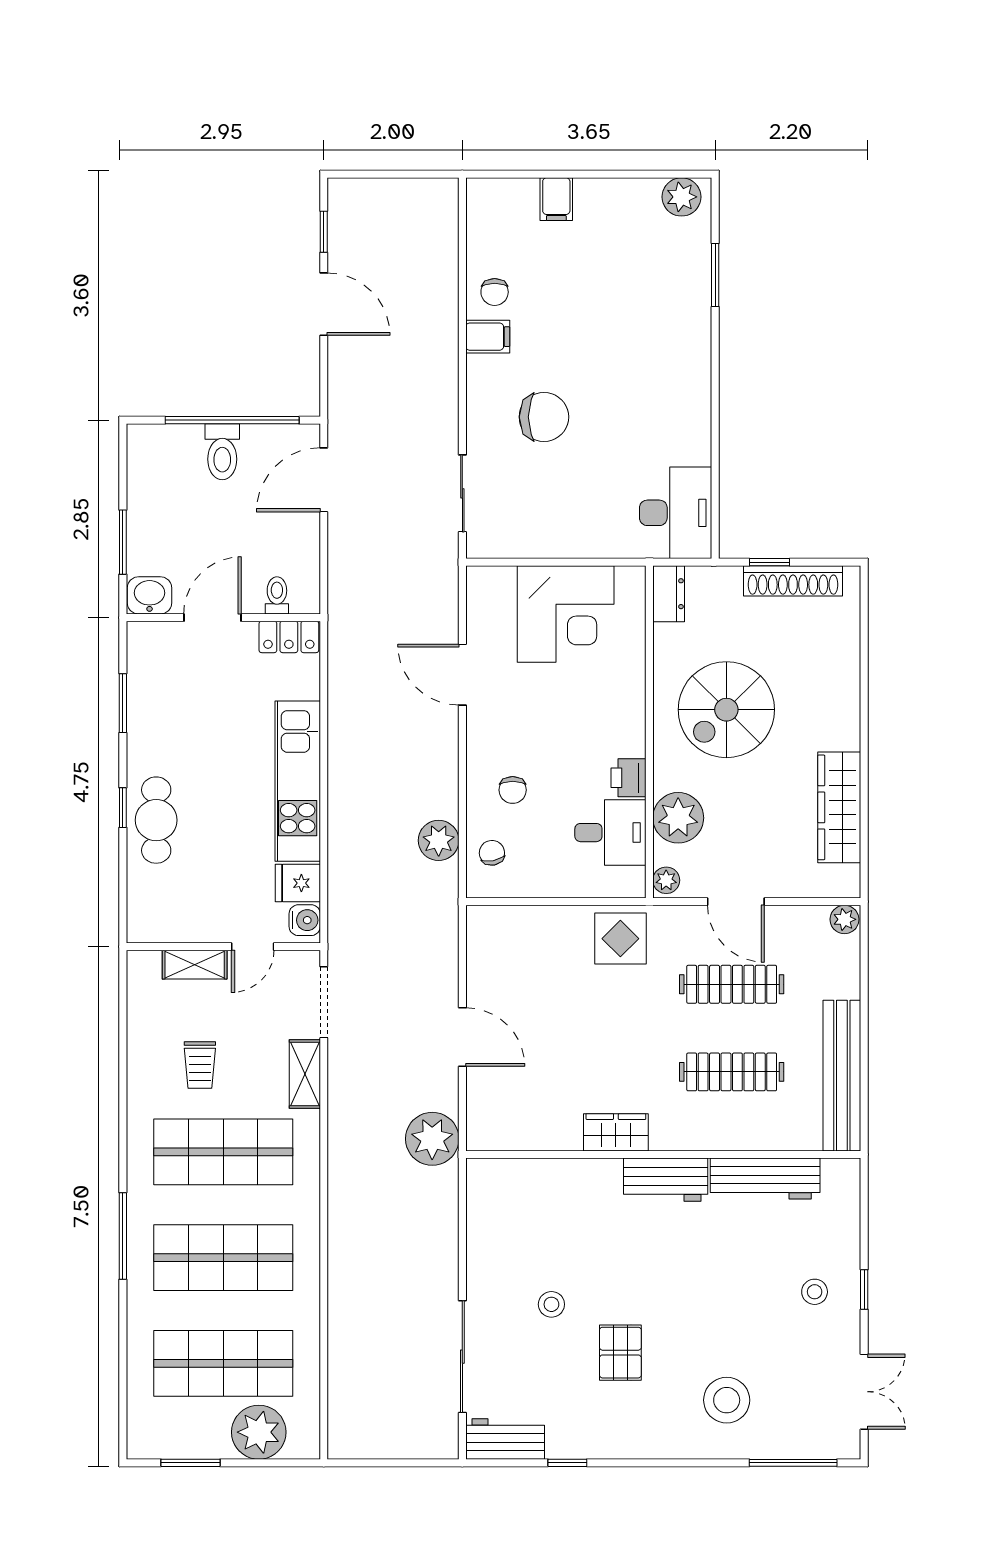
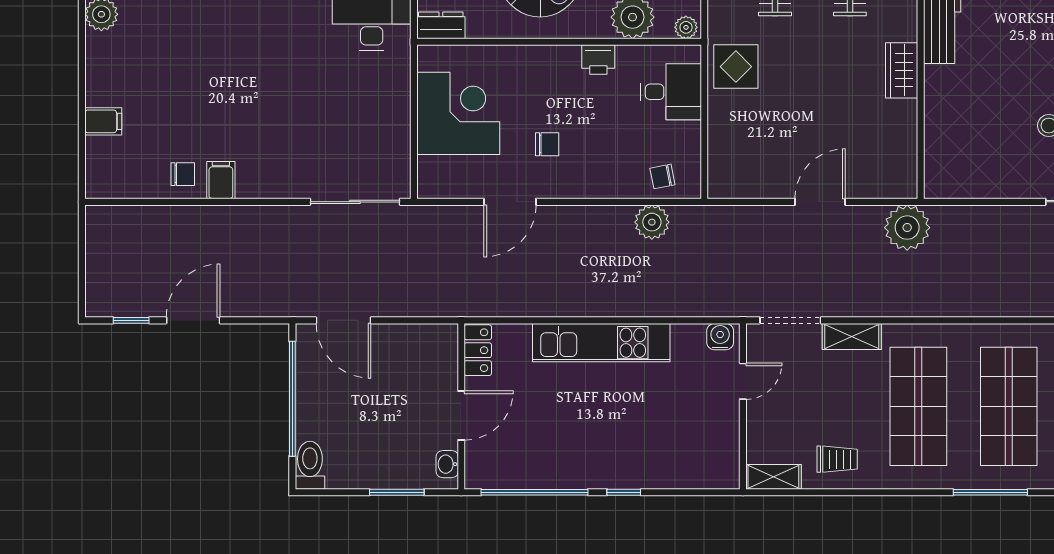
chair: (544, 417) -> (290, 132), removed
toilet: (222, 452) -> (310, 465), moved, turned -90
sliding door: (462, 493) -> (355, 202), width x1.37
washbasin: (150, 595) -> (447, 464), width x0.72, depth x0.69
toilet: (277, 595) -> (442, 360), removed
door: (212, 618) -> (461, 416), swing flipped
window: (123, 703) -> (534, 492), width x2.11
chair: (513, 790) -> (547, 144), moved
cafe table: (156, 820) -> (635, 464), removed
desk: (610, 833) -> (671, 92), moved, turned 90
fridge: (298, 883) -> (688, 342), removed
door: (253, 947) -> (743, 381), hinge flipped
shelving: (195, 965) -> (773, 477), moved, turned 90
trolley: (200, 1065) -> (837, 459), moved

